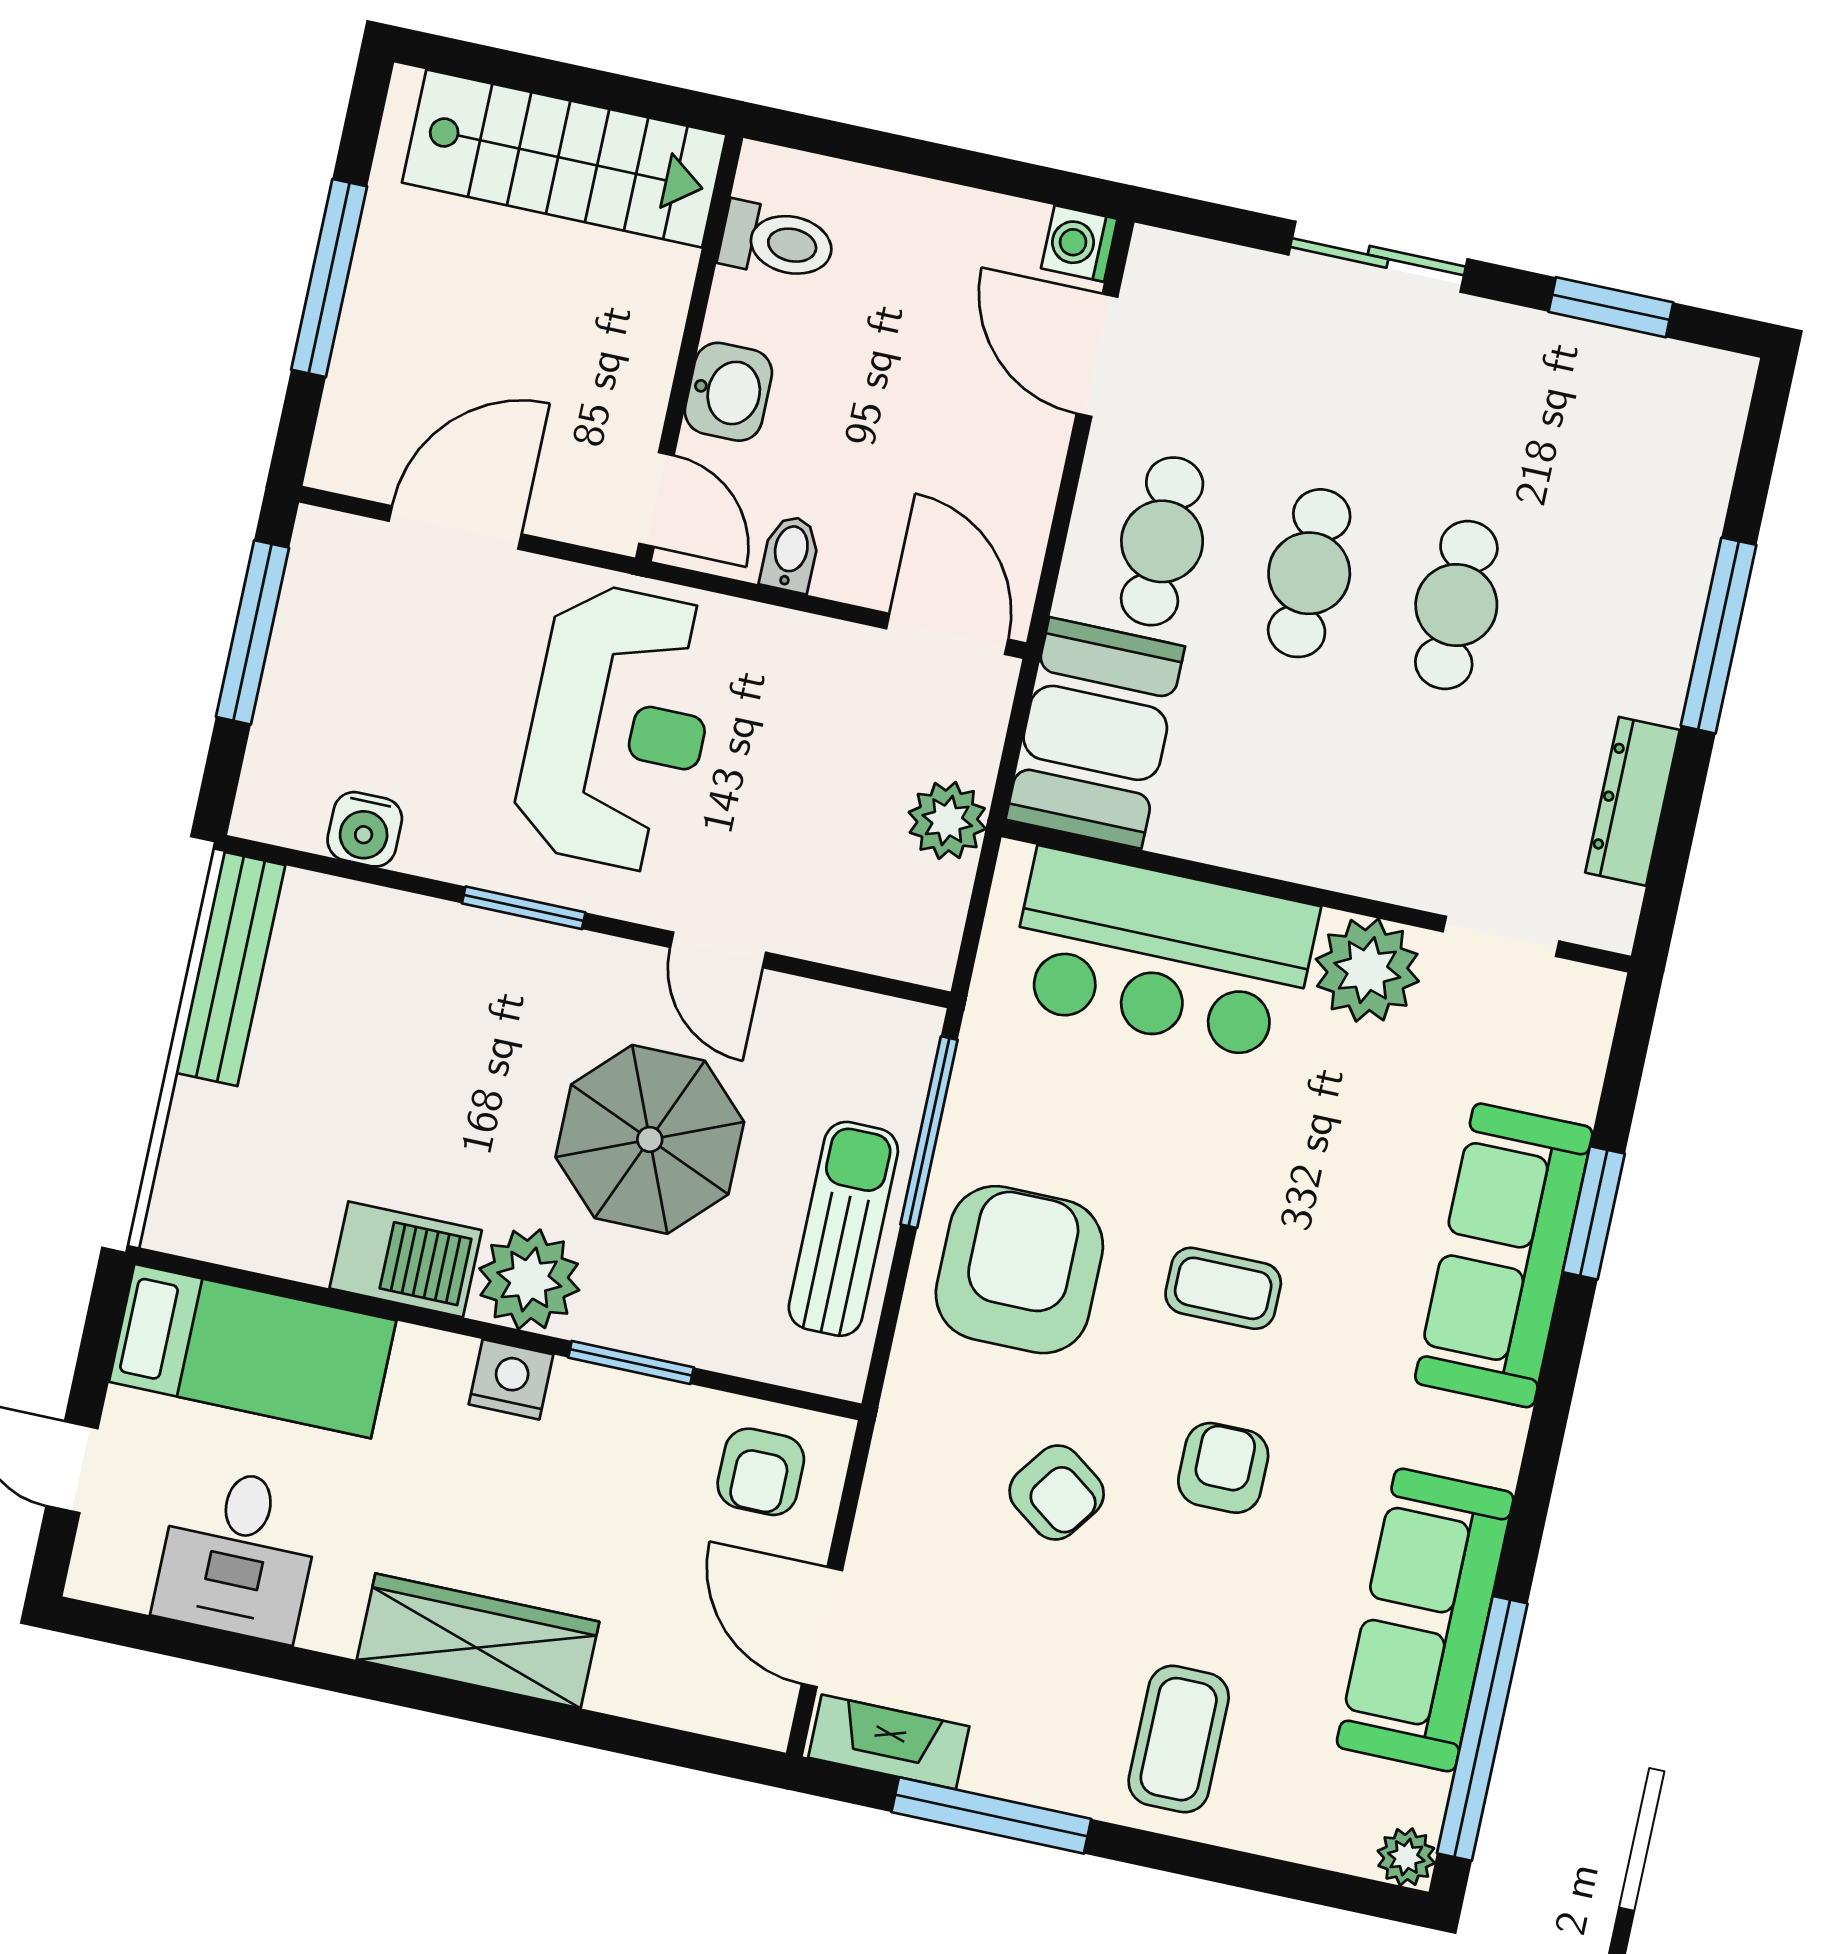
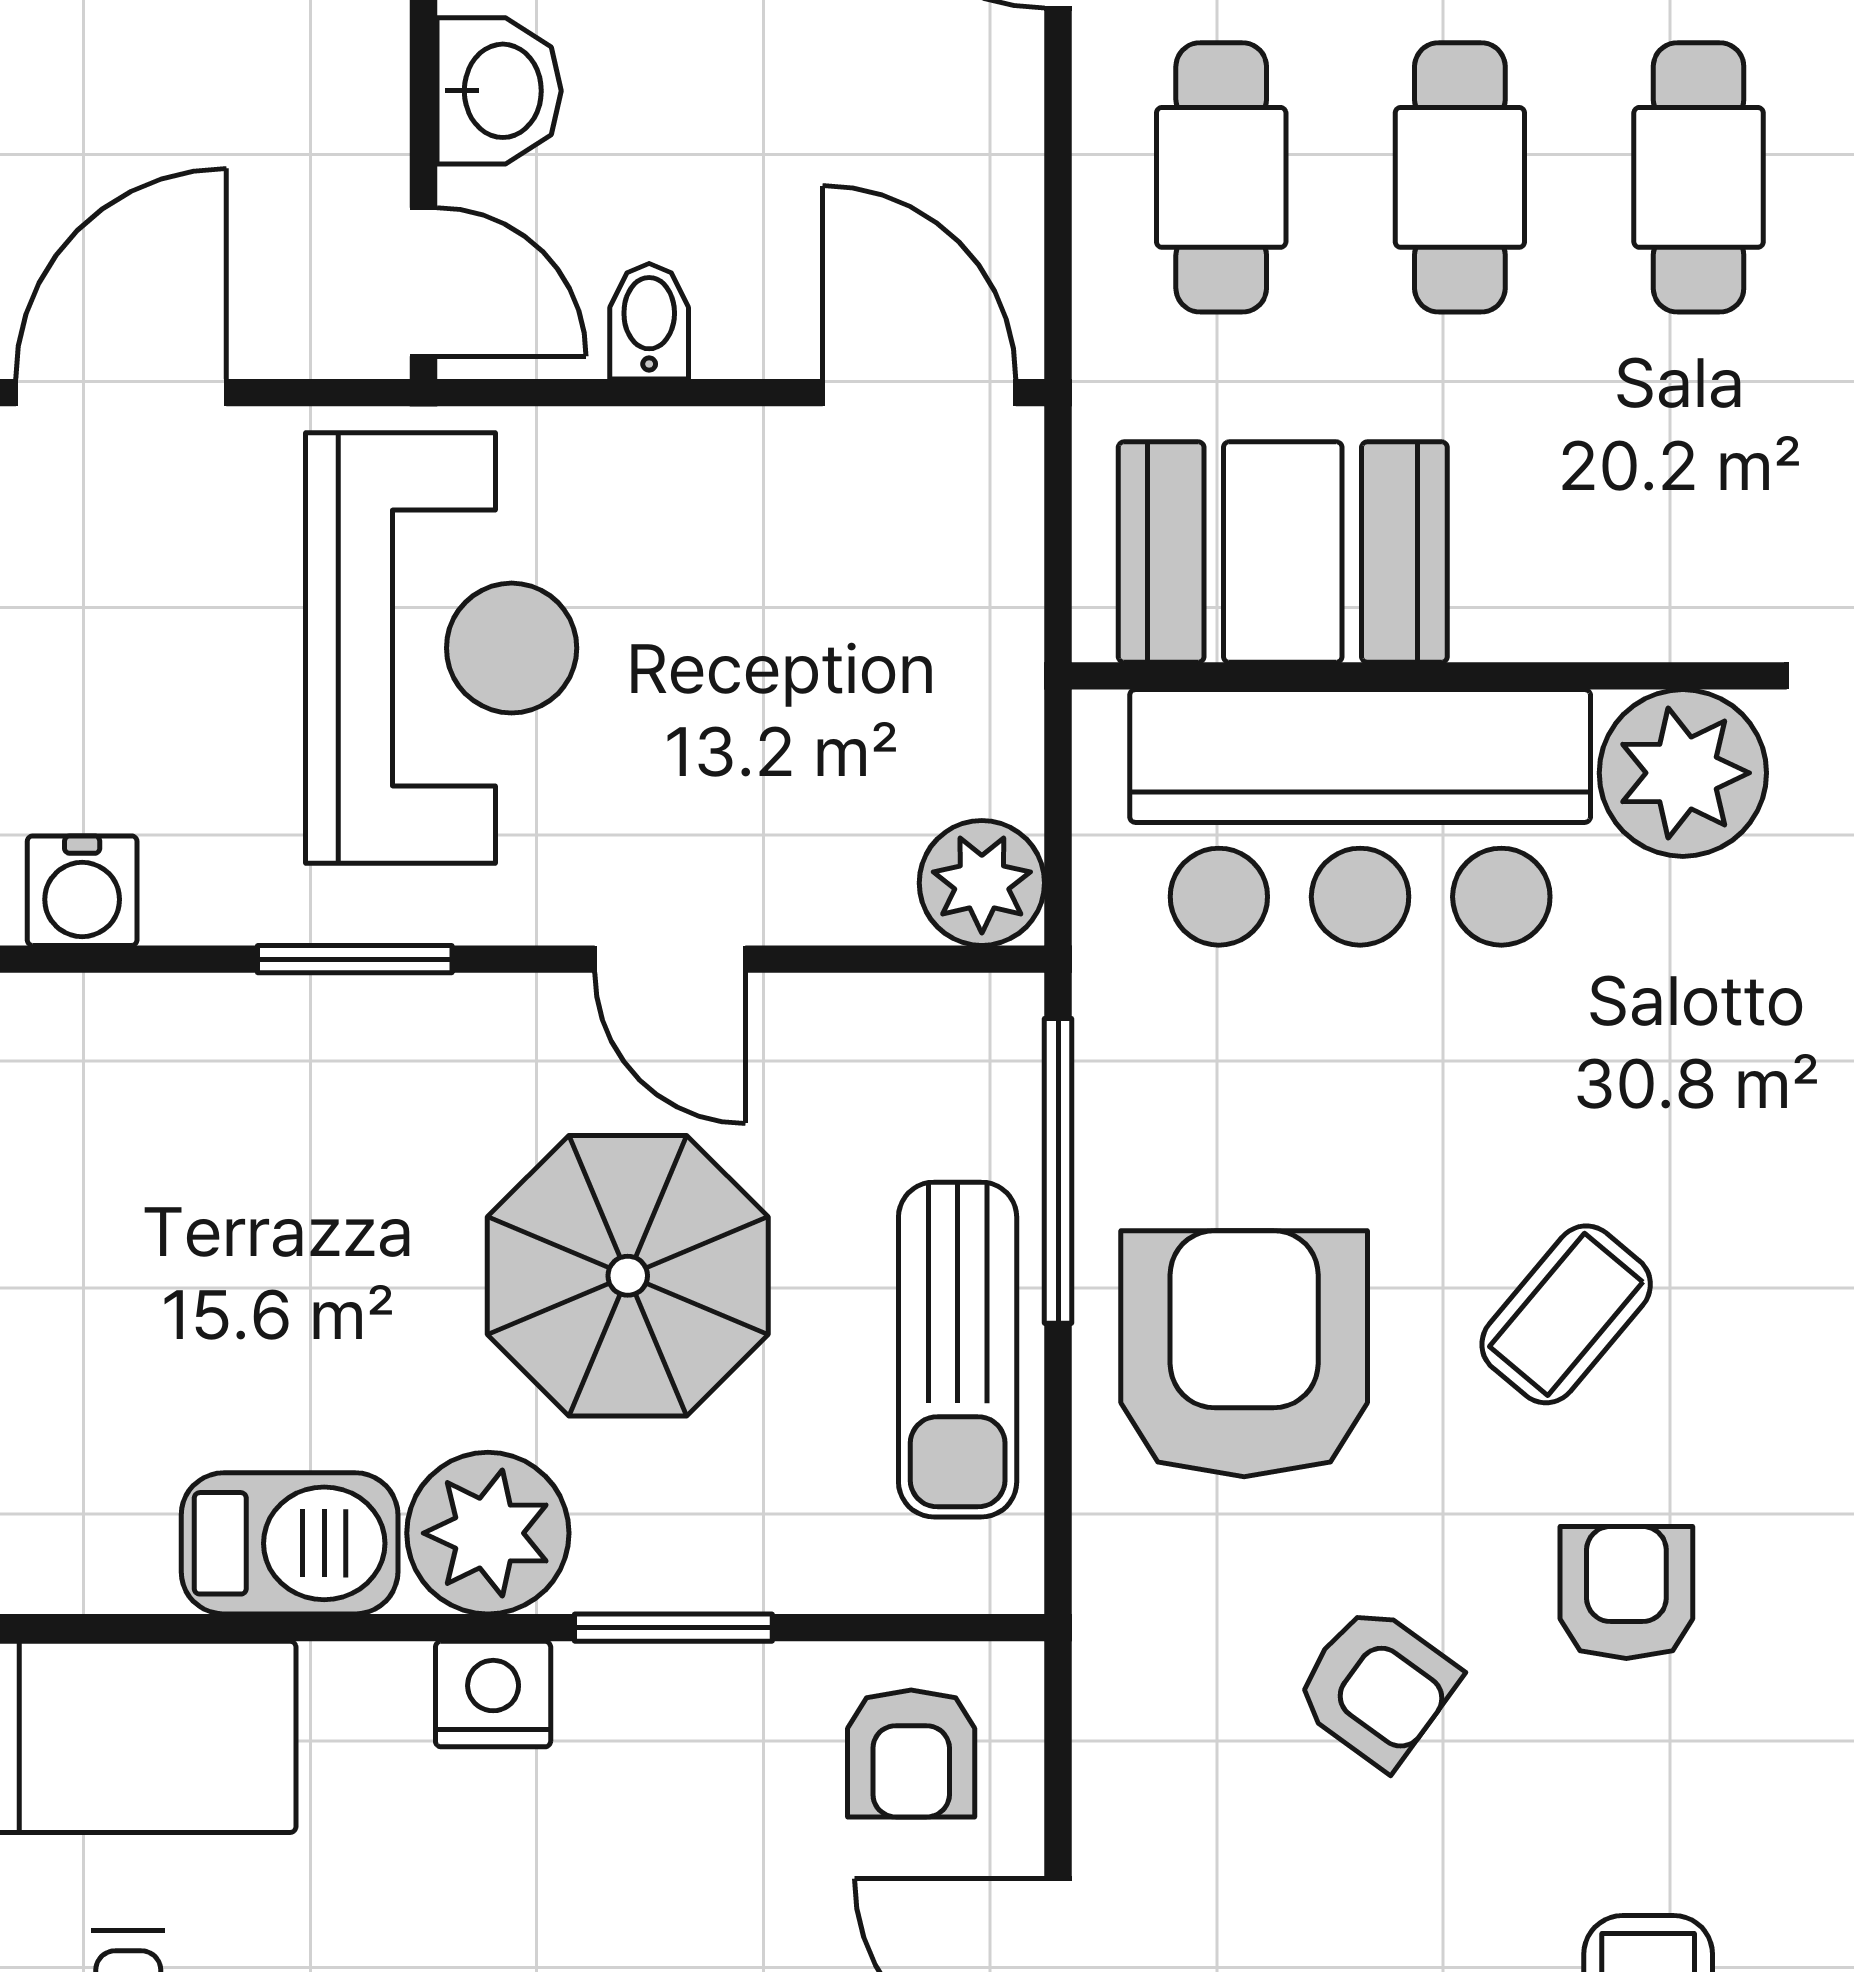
booth: (1095, 733) -> (1283, 552), moved, turned 90
plant: (947, 820) -> (982, 883), moved
sun lounger: (843, 1229) -> (958, 1350), turned 180
coffee table: (1223, 1288) -> (1566, 1314), turned -50

